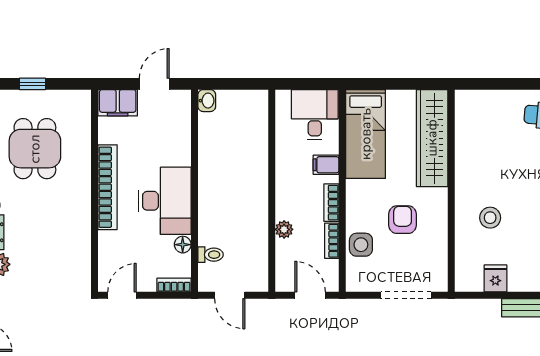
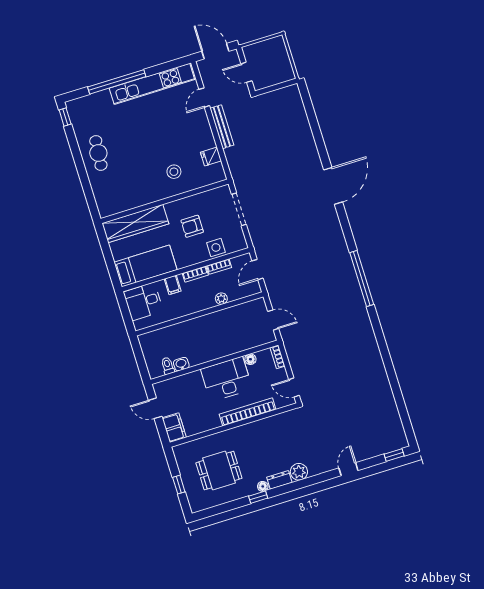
washbasin: (207, 101) -> (181, 364), moved
bookcase: (108, 187) -> (248, 412), moved
toilet: (211, 255) -> (168, 366), moved
door: (230, 295) -> (273, 320), hinge flipped

